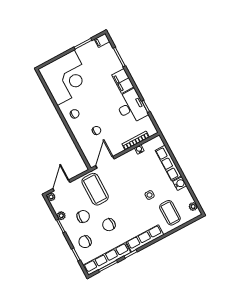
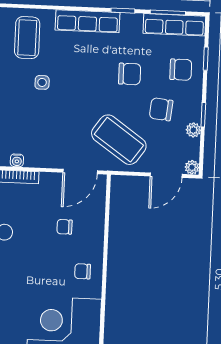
coffee table: (95, 189) -> (119, 140), turned -55
row of seats: (107, 259) -> (174, 25), width x0.73

